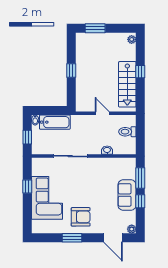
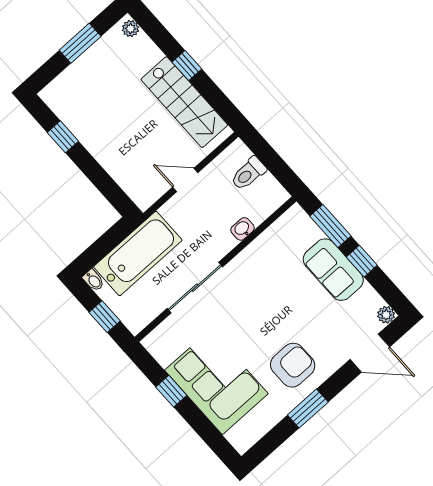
window: (95, 28) -> (80, 43), moved
window: (71, 71) -> (63, 137), moved
bathtub: (55, 122) -> (138, 254), width x1.36, depth x1.36

